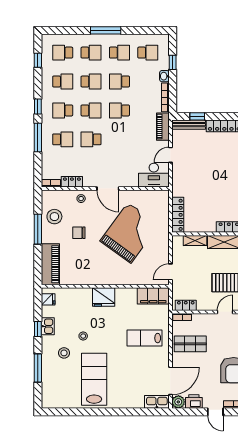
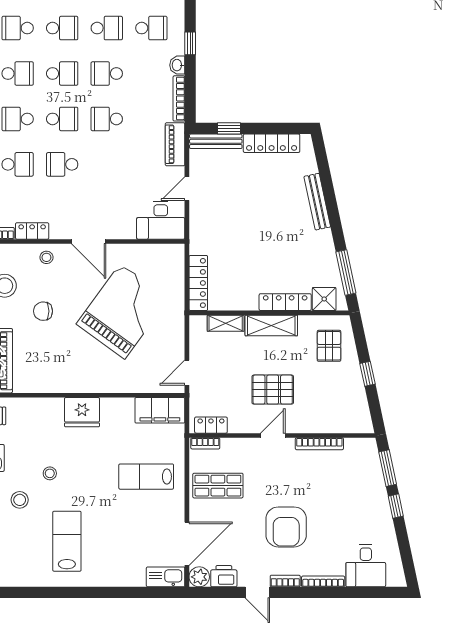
lab bench: (94, 379) -> (67, 541), width x0.73, depth x0.72

